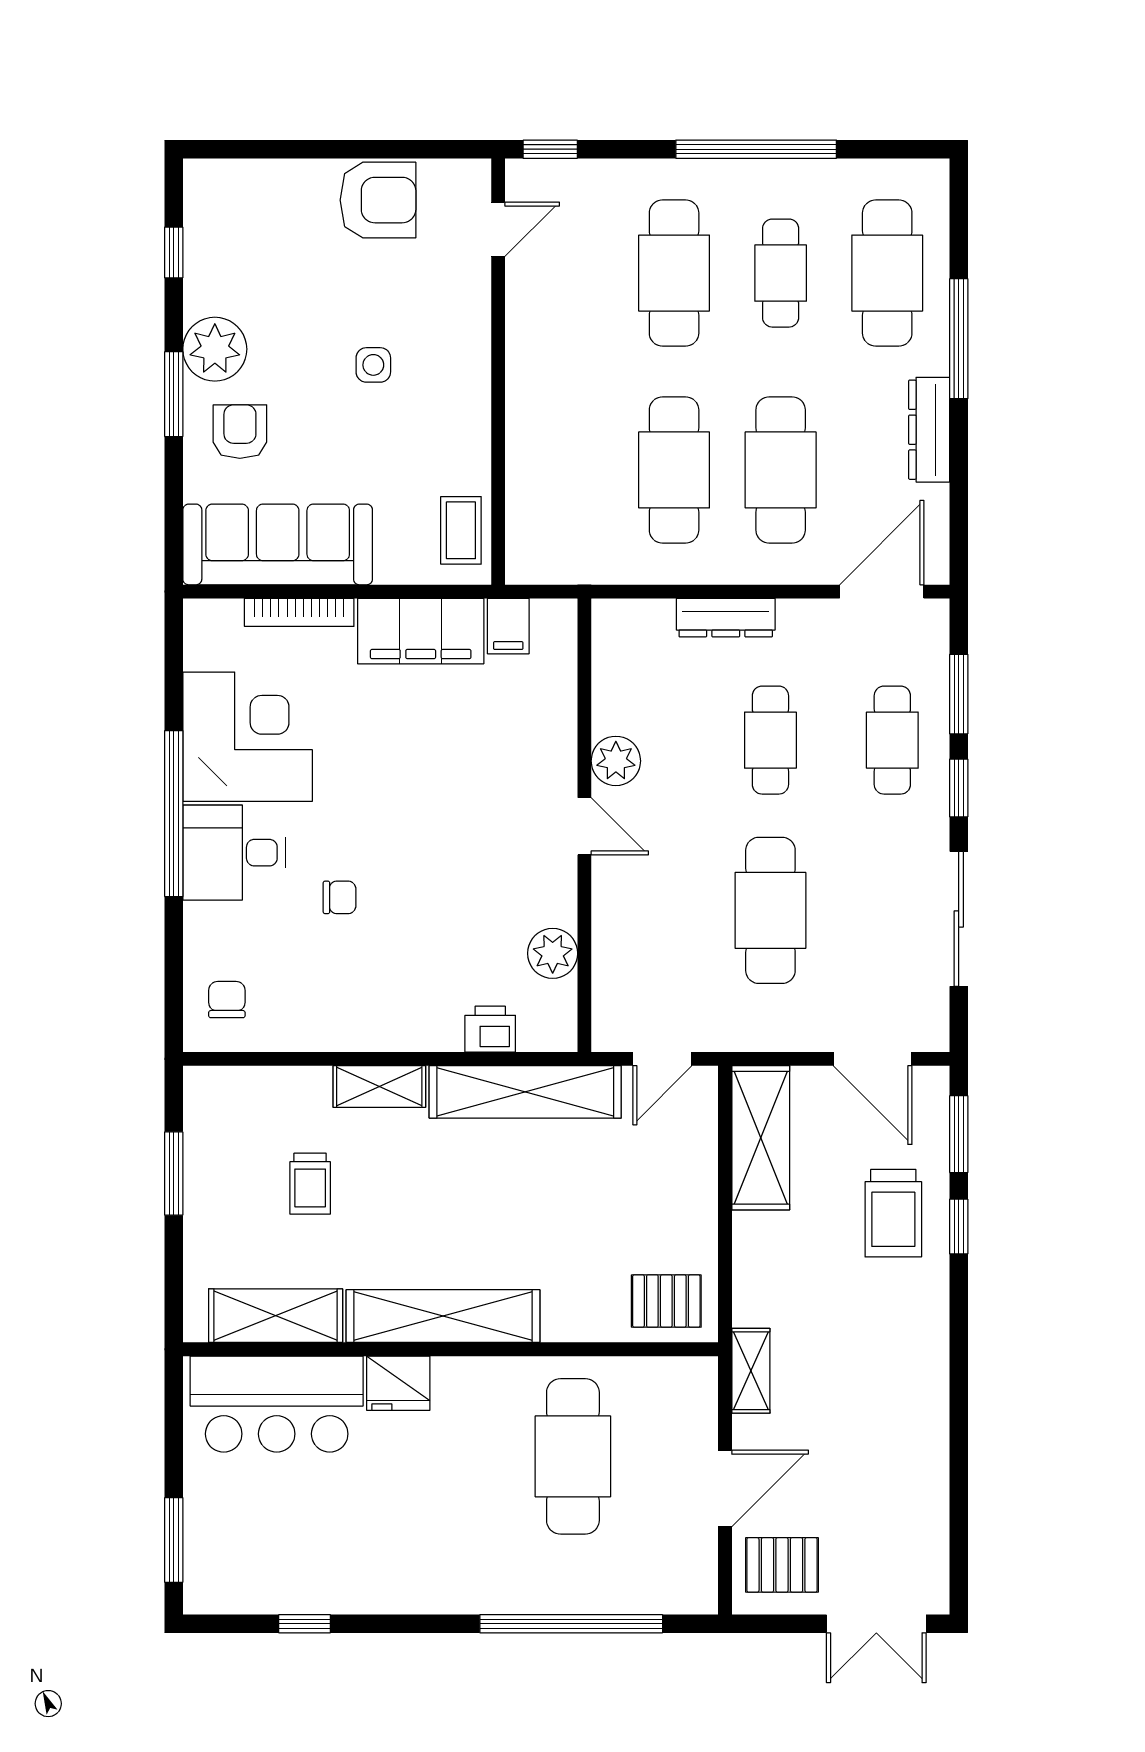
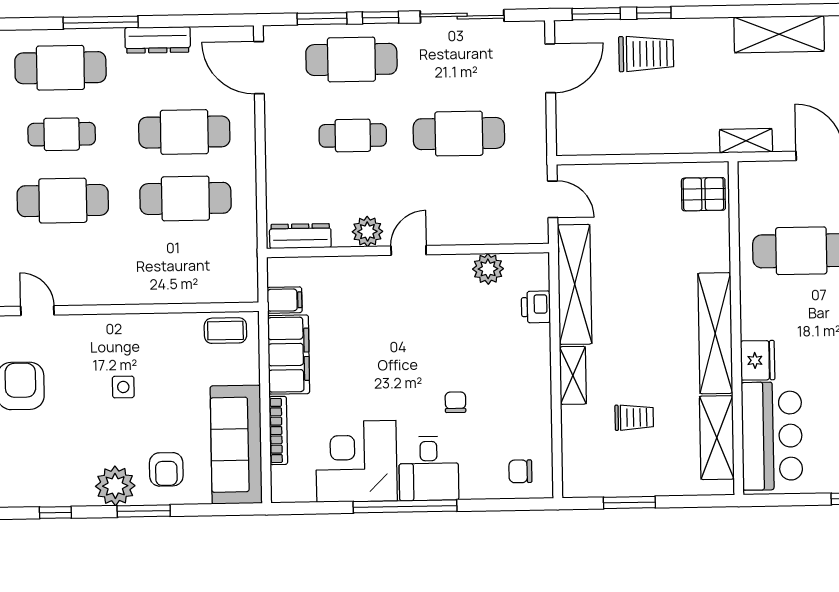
armchair: (240, 432) -> (166, 469), turned -90
dresser: (726, 618) -> (300, 236), moved, turned -90
cafe table: (892, 740) -> (351, 59), width x1.37, depth x1.35
shelving: (761, 1138) -> (779, 34), moved
pallet: (666, 1301) -> (703, 194), turned 90

